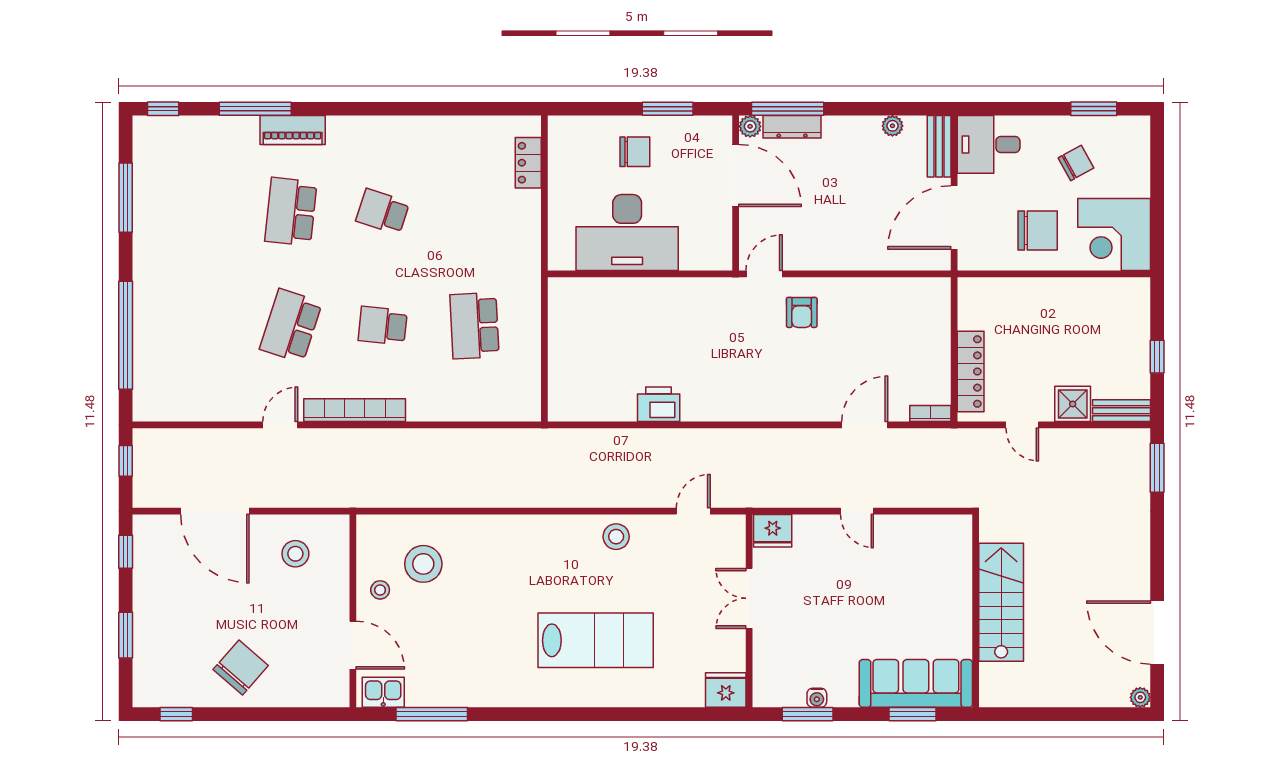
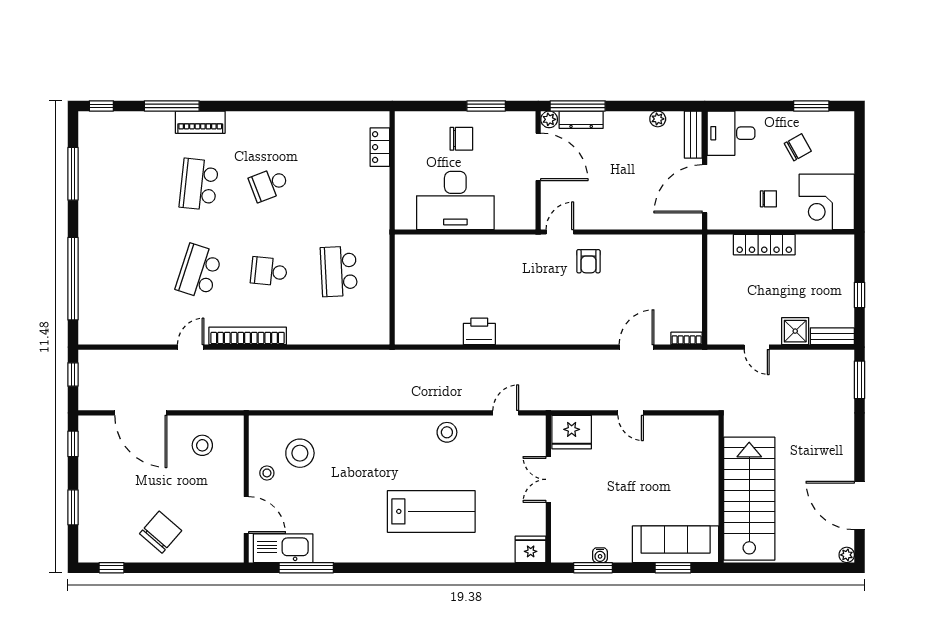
school desk: (383, 212) -> (269, 184), turned -39
chair: (1038, 231) -> (768, 199), width x0.54, depth x0.54
locker: (971, 372) -> (764, 245), moved, turned 90
fridge: (773, 531) -> (572, 432), width x1.36, depth x1.34
stairs: (1001, 602) -> (749, 499), width x1.36, depth x1.51
kitchen sink: (383, 692) -> (283, 548), width x1.88, depth x1.24

